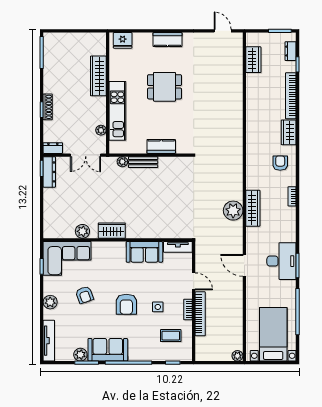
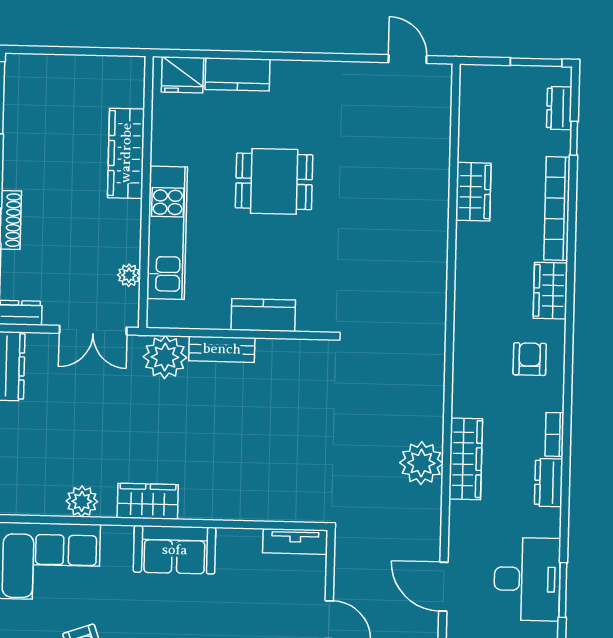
kitchen counter: (167, 40) -> (237, 74), moved
wardrobe: (253, 60) -> (473, 192), moved
plant: (122, 162) -> (165, 357), width x1.87, depth x1.87
dresser: (290, 218) -> (549, 483), added
sofa: (144, 252) -> (175, 550), moved

